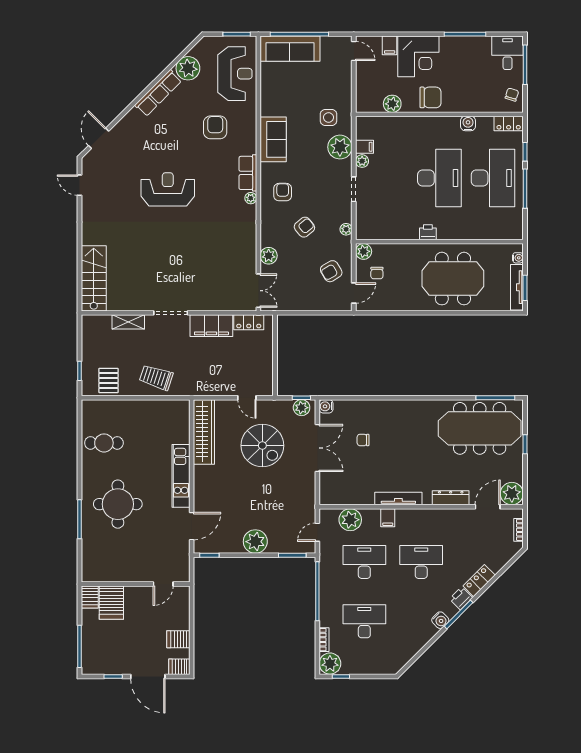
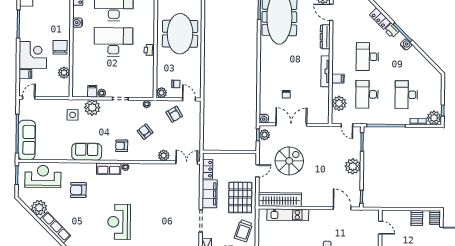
pallet: (207, 372) -> (240, 197), added
kitchen unit: (181, 476) -> (288, 215), moved

